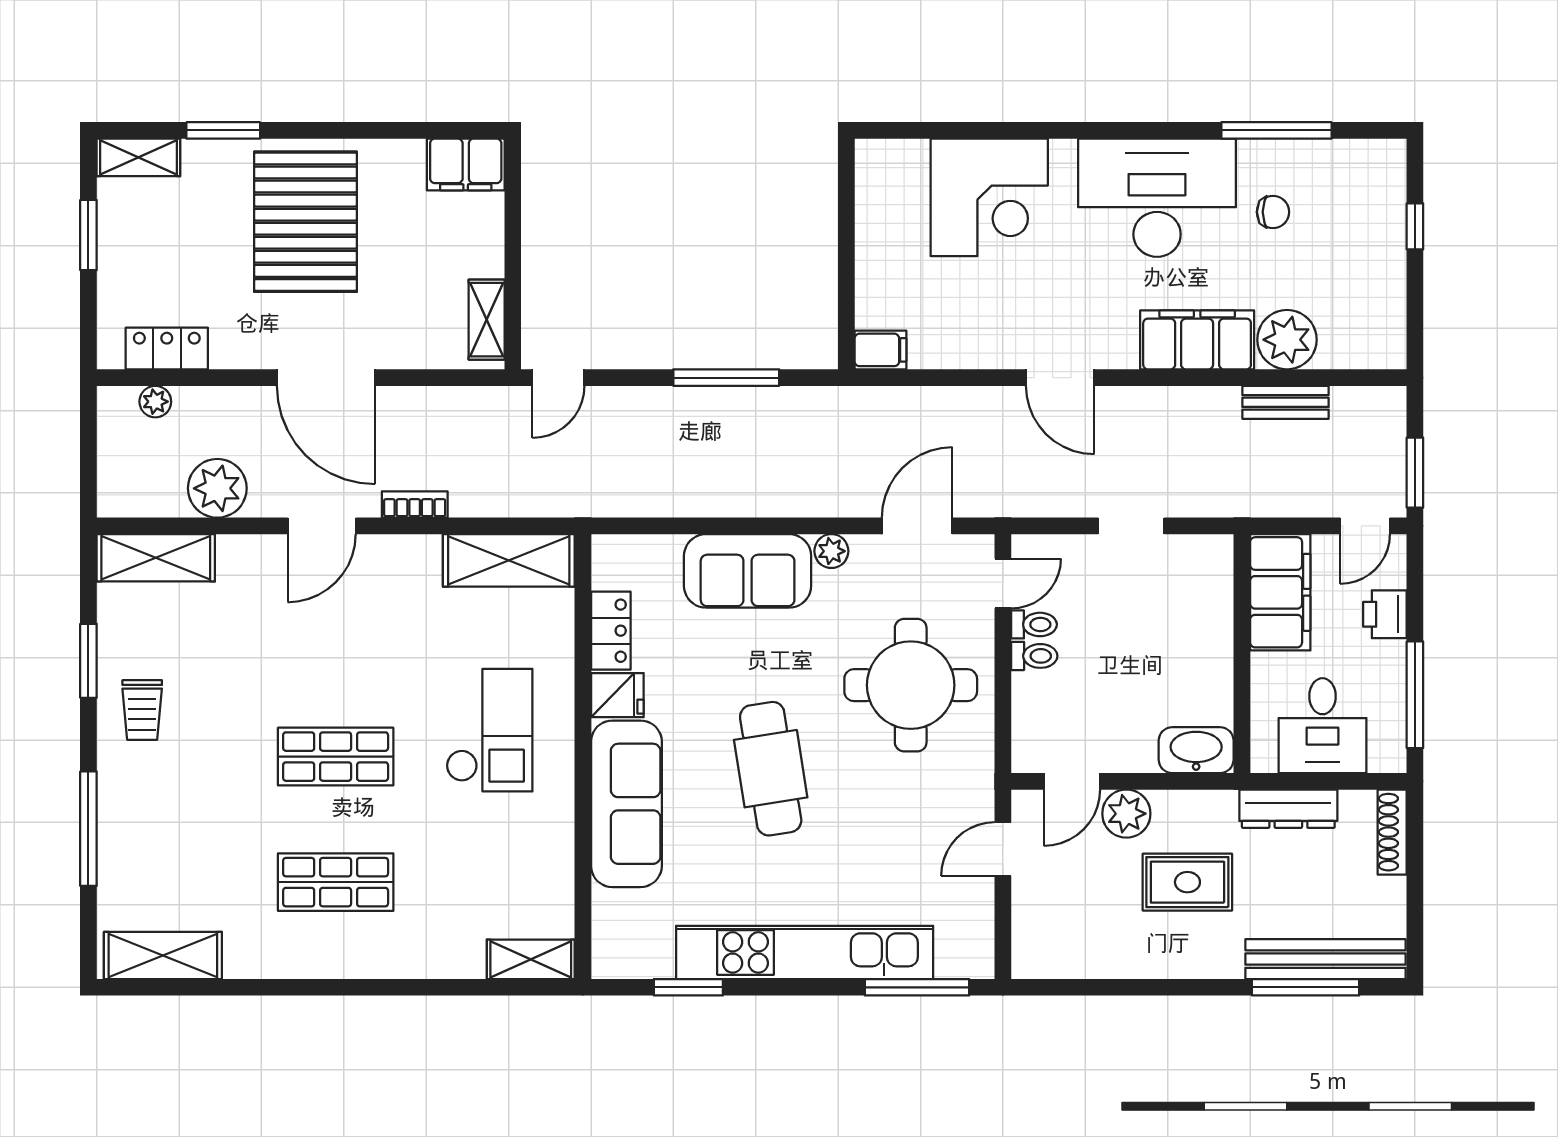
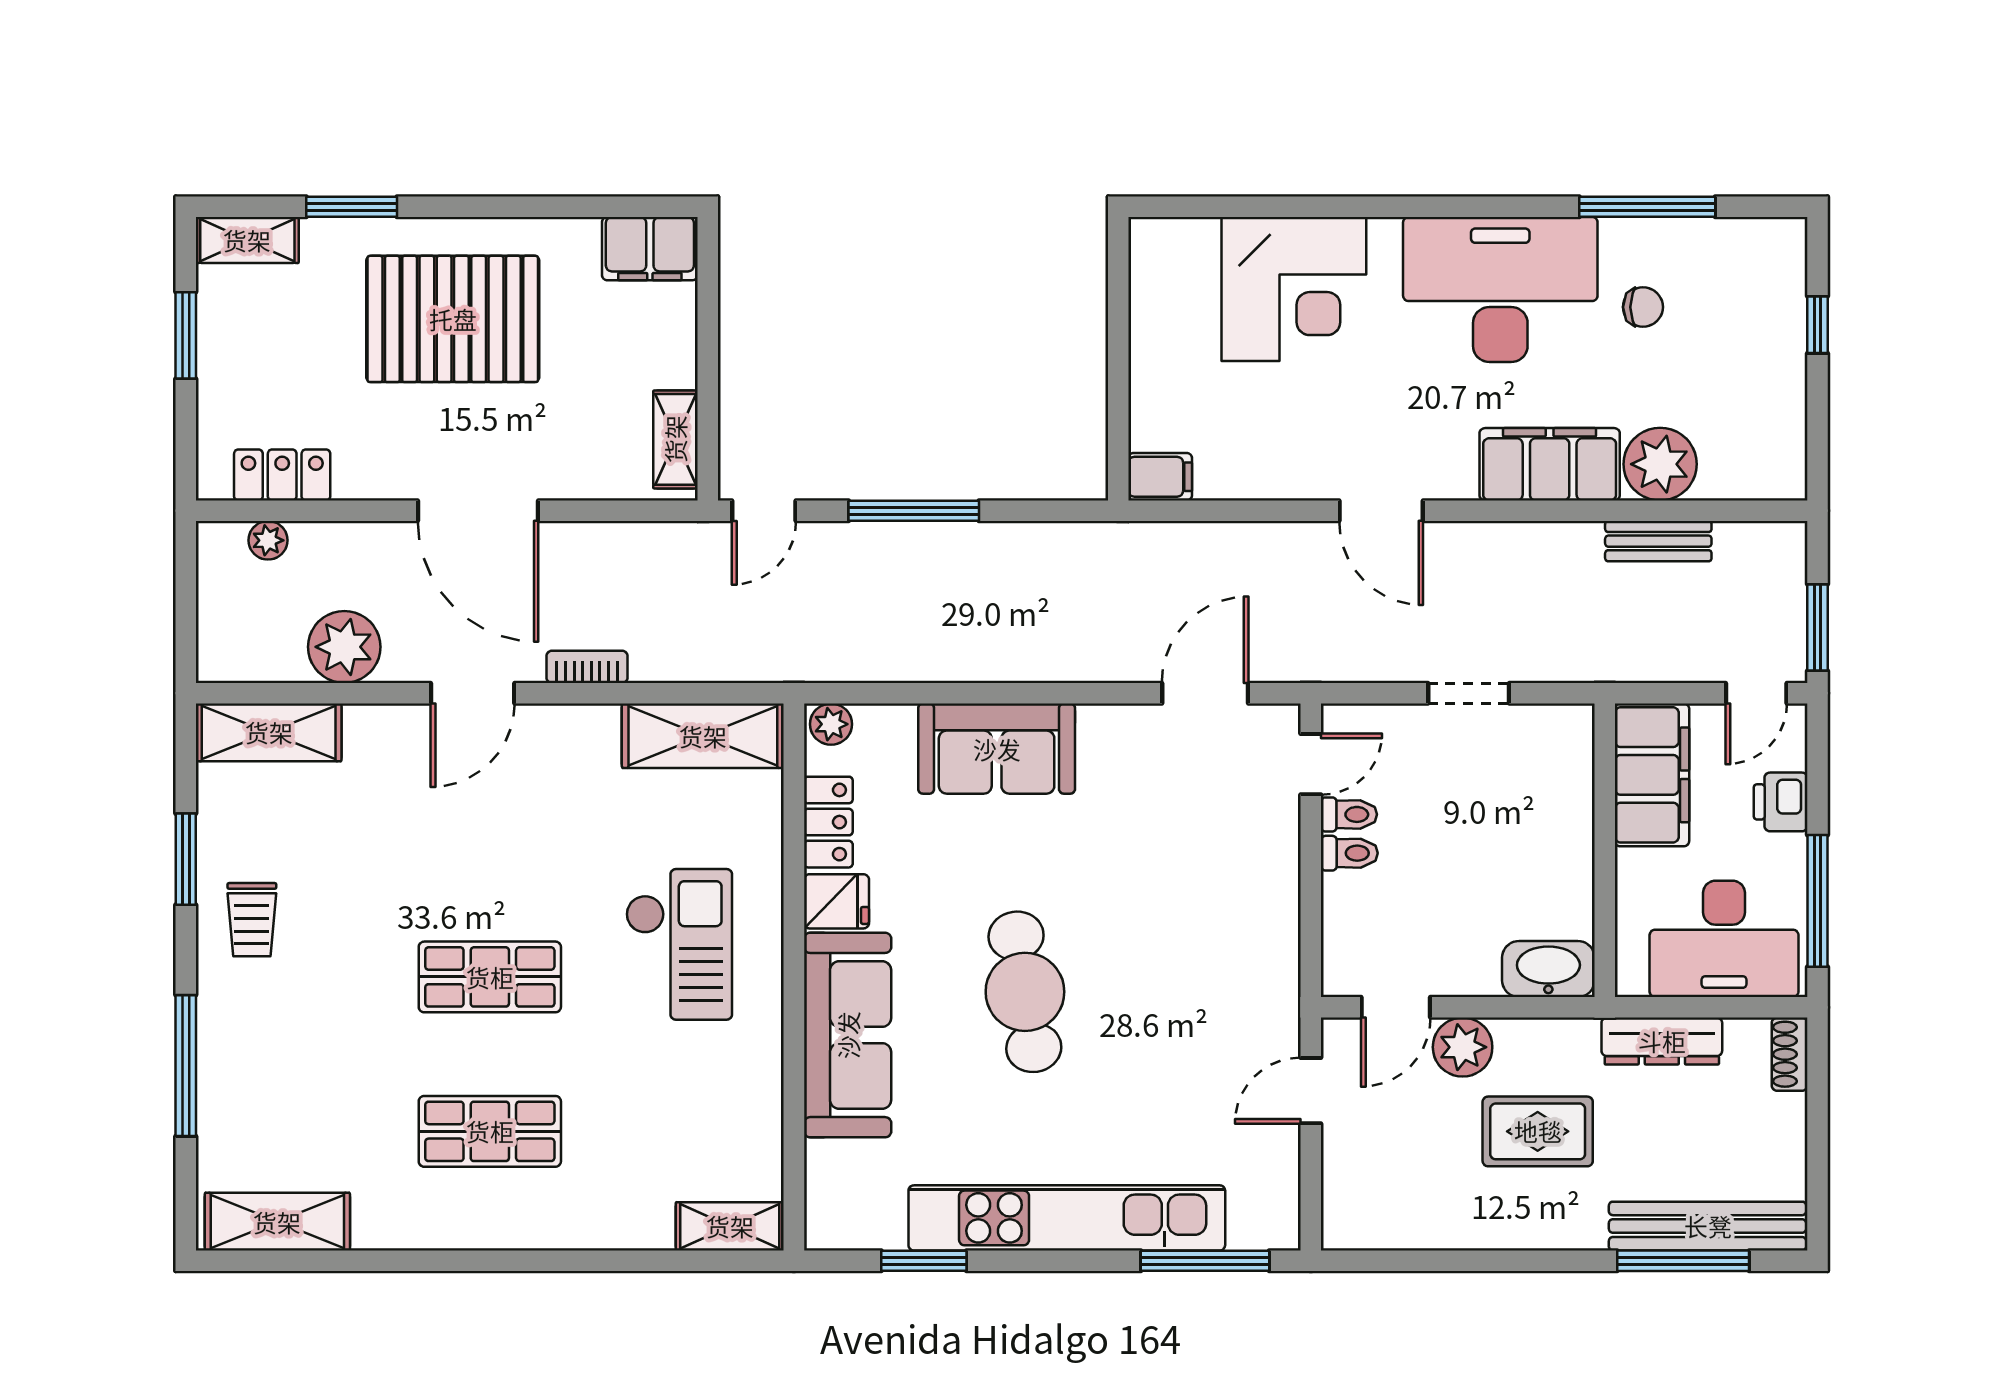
pallet: (306, 222) -> (453, 319), turned 90
window: (726, 378) -> (914, 511), moved
plant: (831, 551) -> (831, 724), moved
round table: (911, 685) -> (1197, 889), removed
desk: (1322, 726) -> (1724, 939), width x1.37
shoe rack: (1392, 832) -> (1790, 1054), width x0.70

